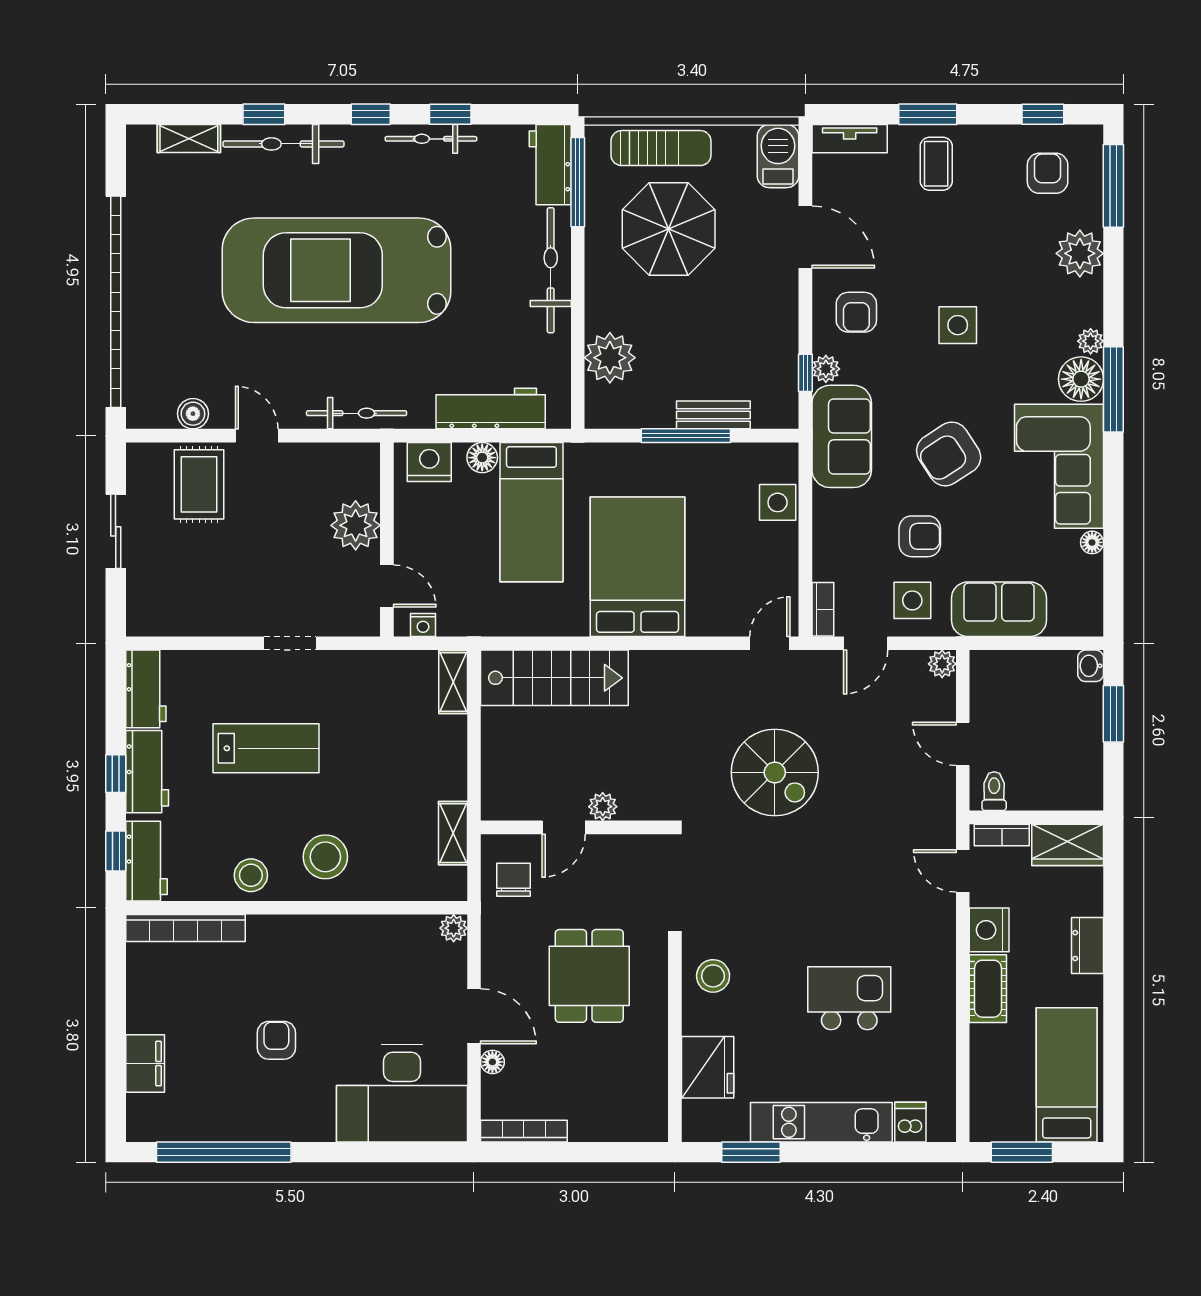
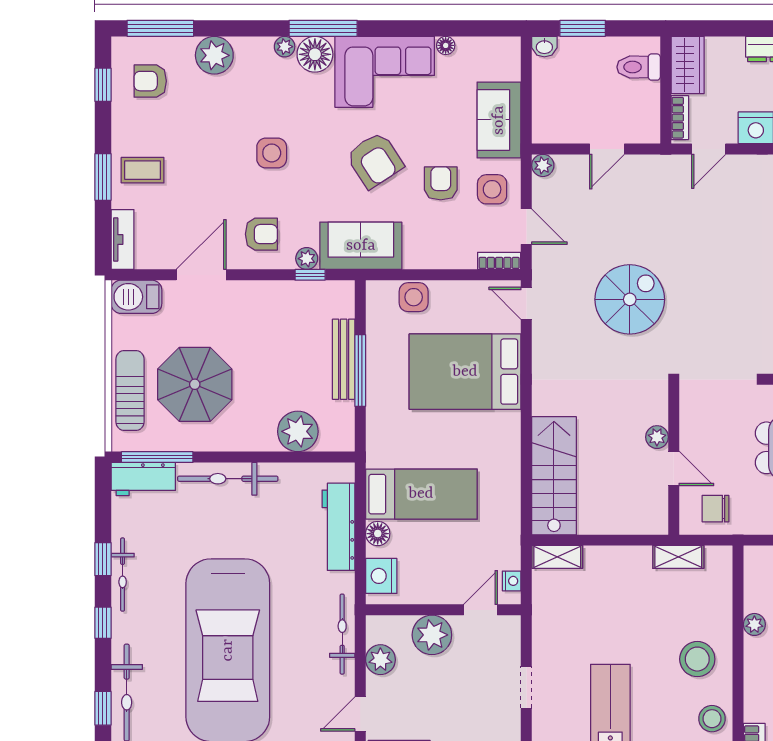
bench: (713, 415) -> (344, 359), width x1.36
plant: (325, 461) -> (380, 660), added
bed: (637, 567) -> (465, 372), moved
toilet: (994, 791) -> (639, 67), moved, width x1.37, depth x1.39
plant: (454, 928) -> (754, 624), moved

